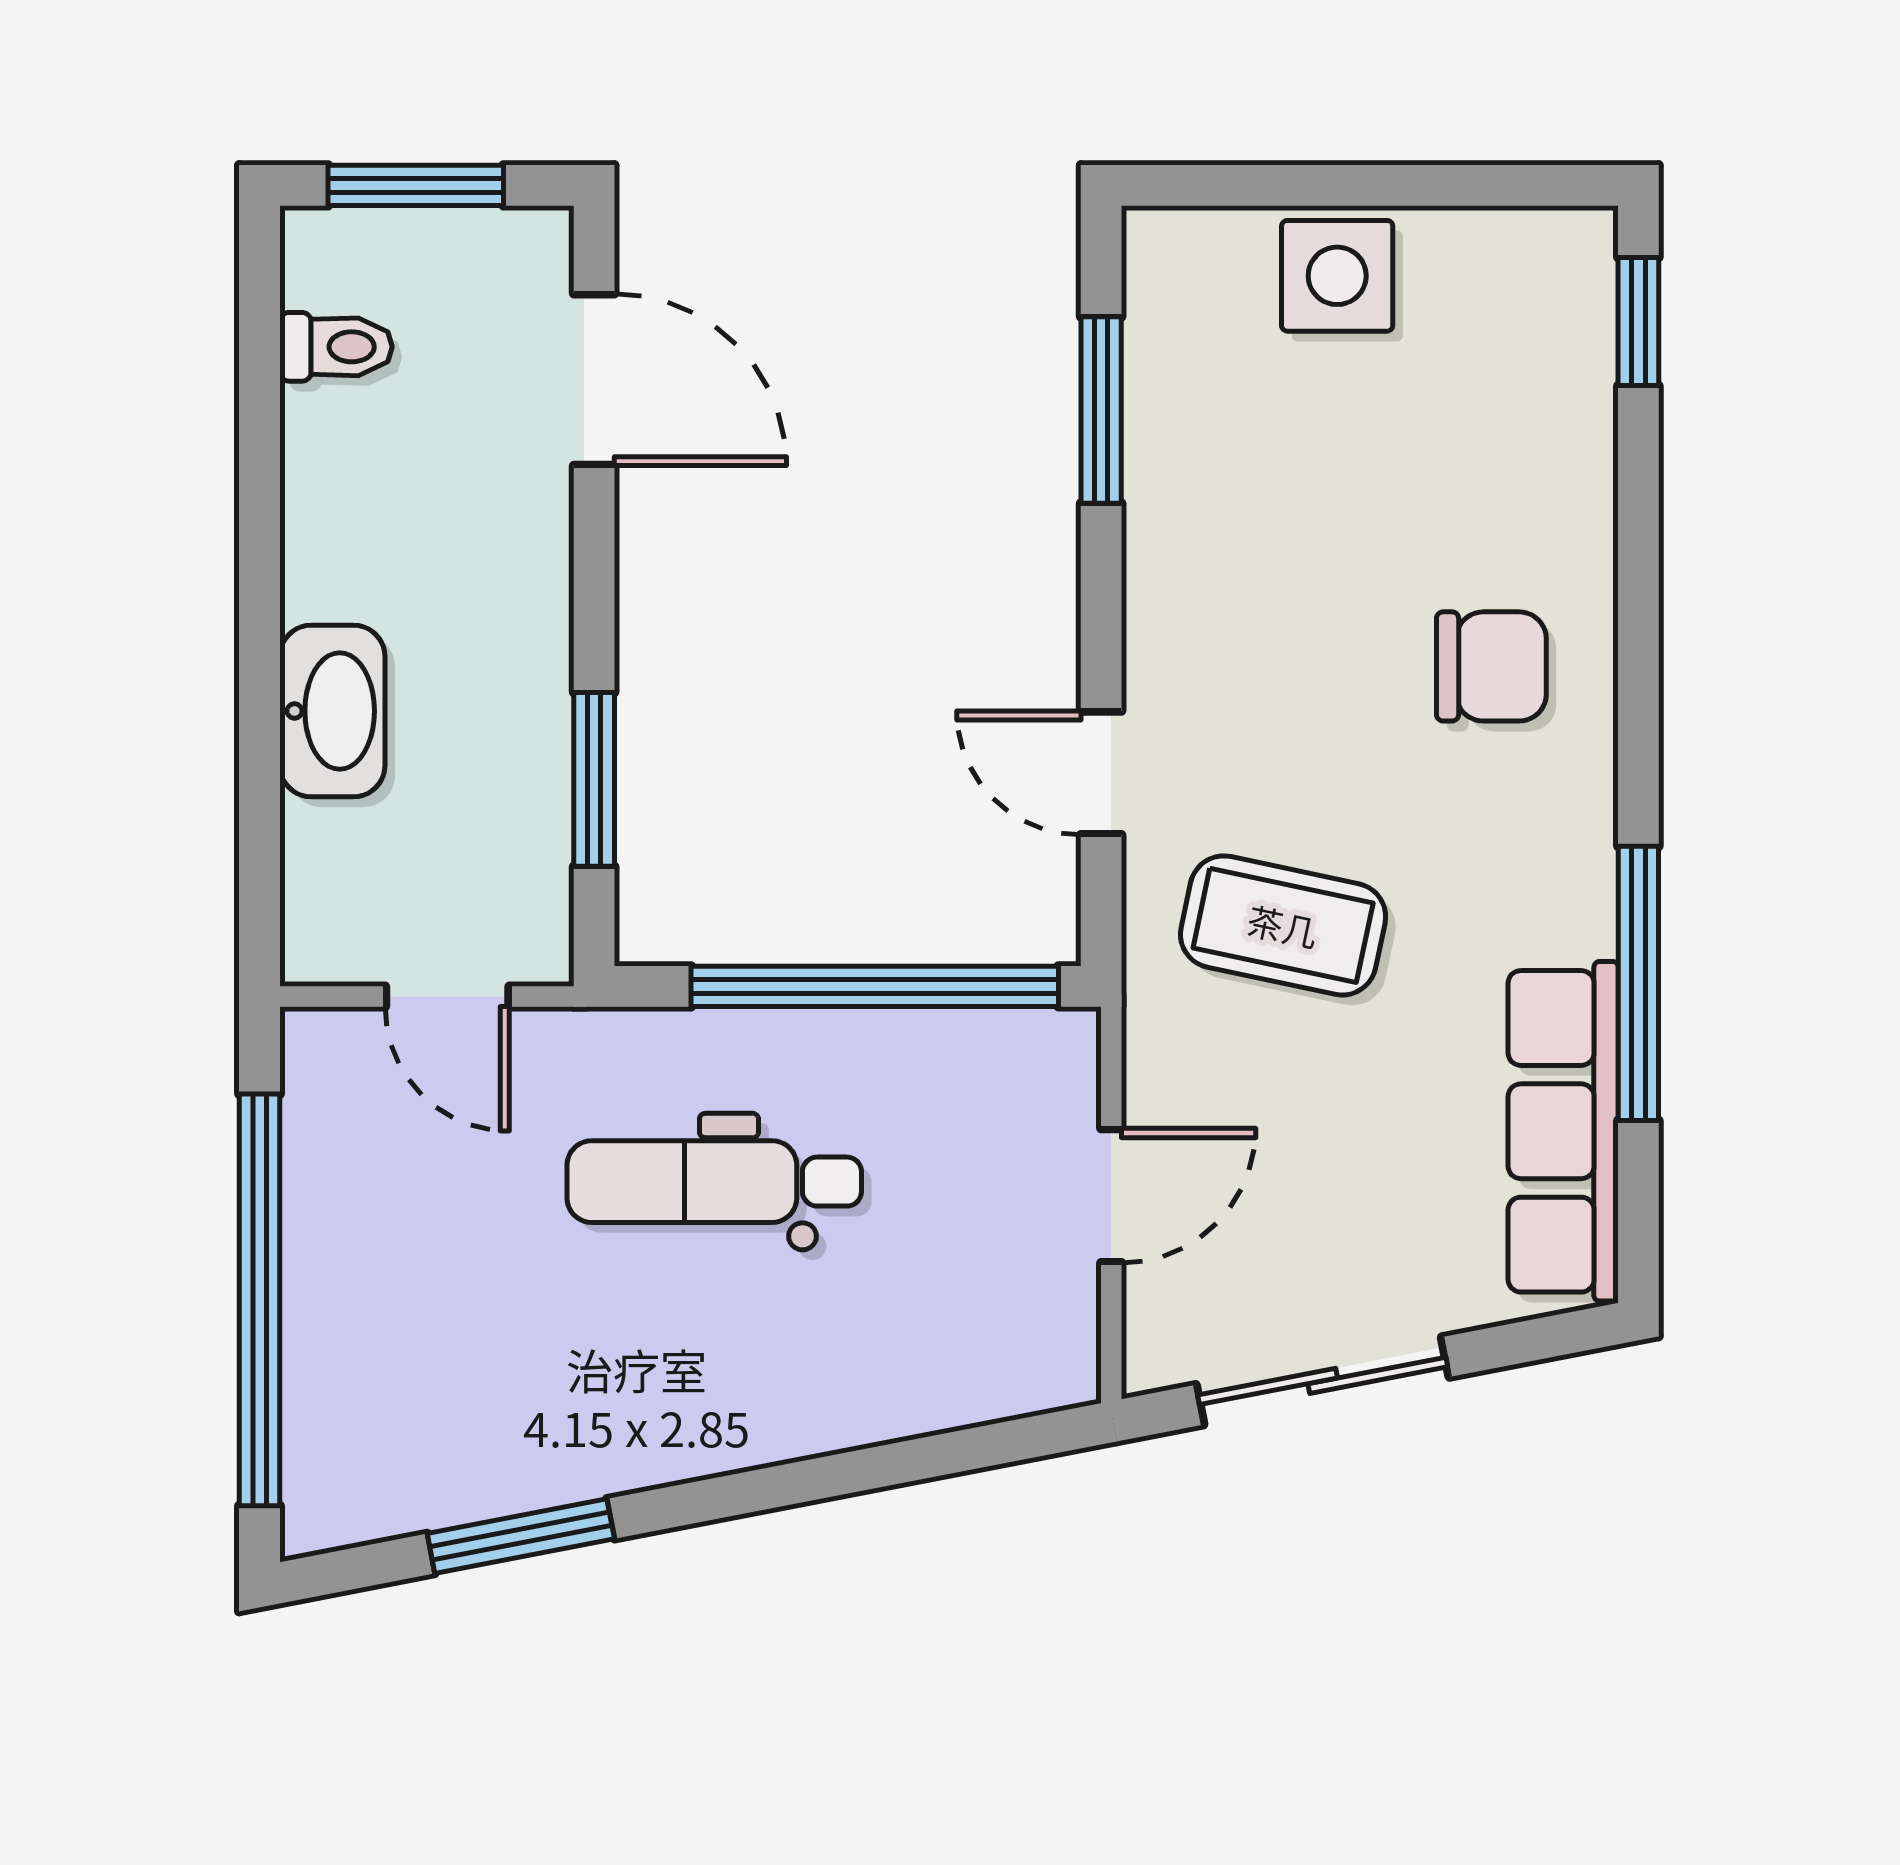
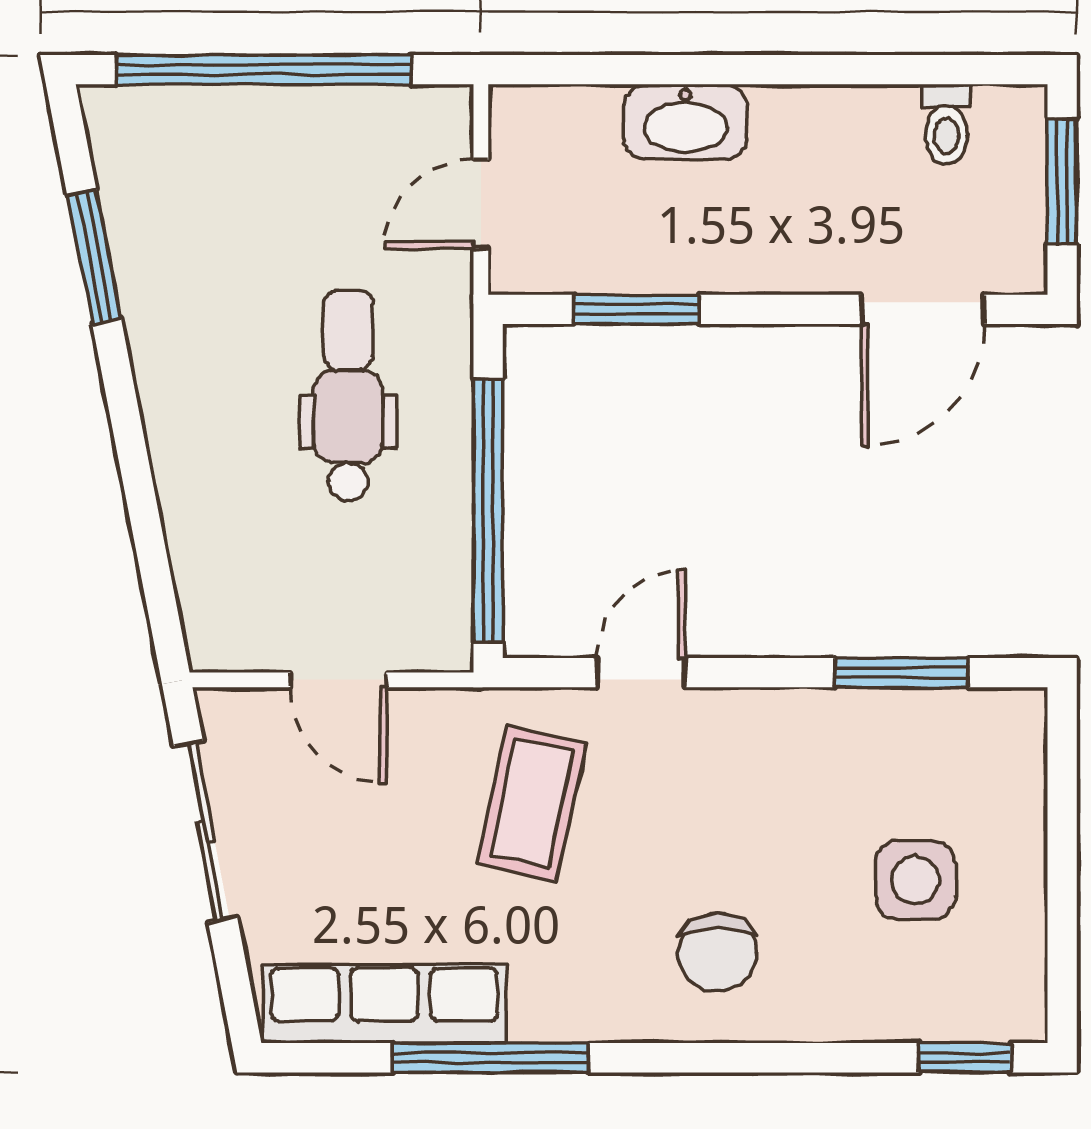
side table: (1337, 276) -> (915, 880), moved

